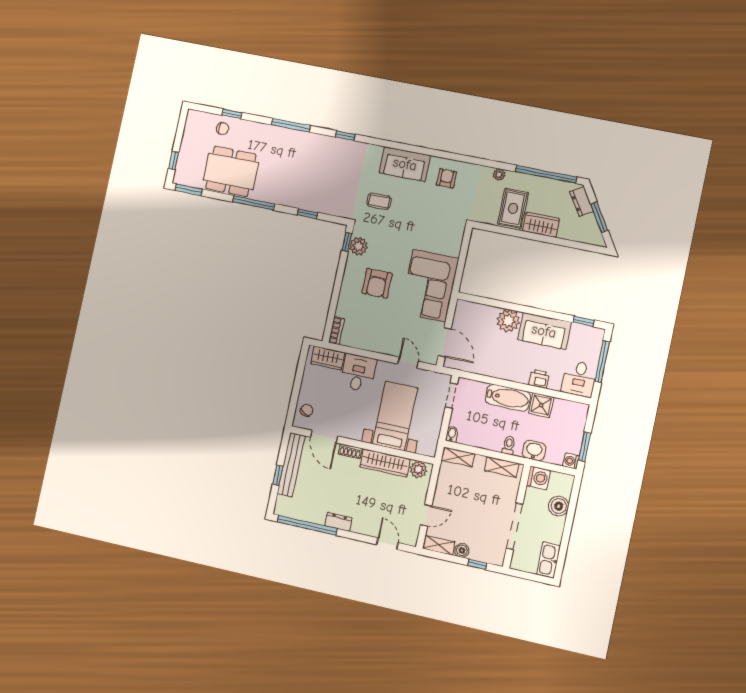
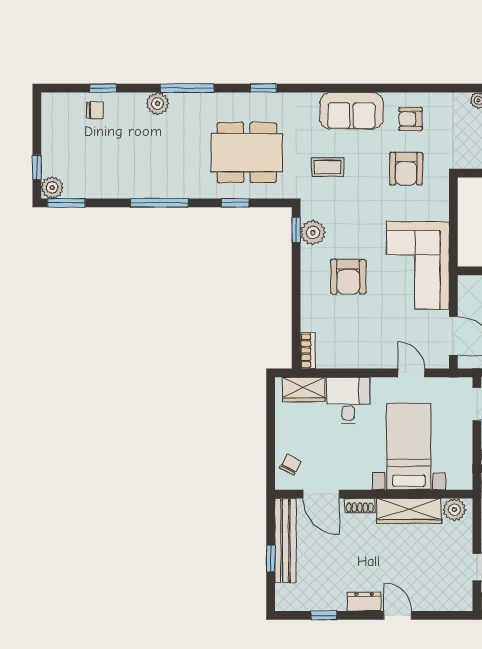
plant: (268, 132) -> (158, 103), added
dining table: (231, 171) -> (247, 153), moved
plant: (181, 177) -> (52, 188), added
armchair: (446, 178) -> (411, 119), turned -90
armchair: (436, 214) -> (406, 169), added
window: (307, 525) -> (324, 615), width x0.32
door: (387, 544) -> (398, 615), moved

